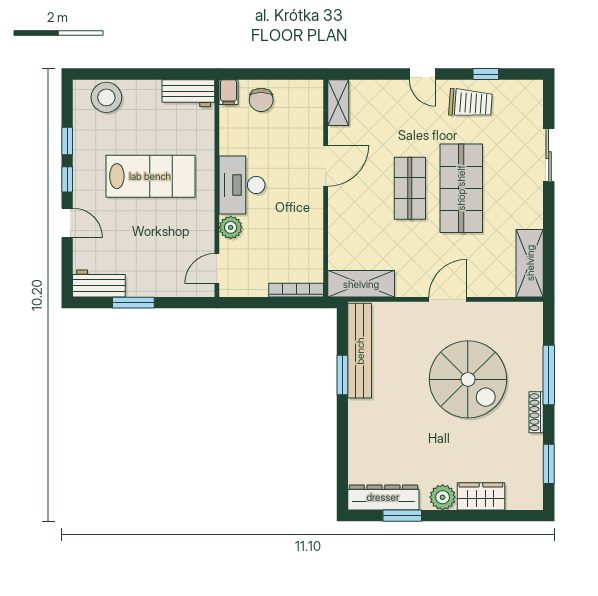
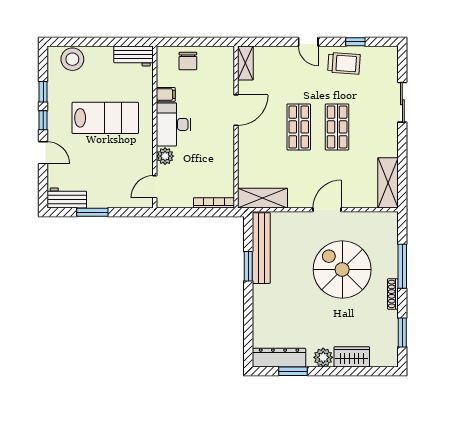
filing cabinet: (228, 92) -> (166, 94), moved, turned -90
shop shelf: (461, 188) -> (337, 127), width x0.70, depth x0.74
spiral stairs: (468, 379) -> (342, 269), turned 180

